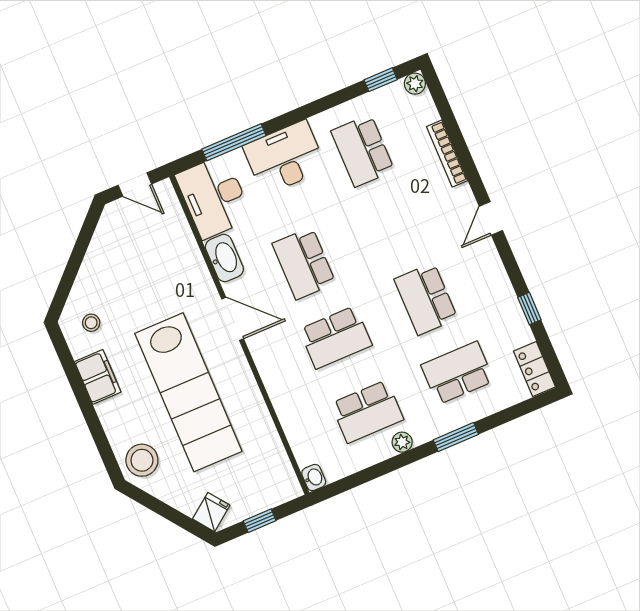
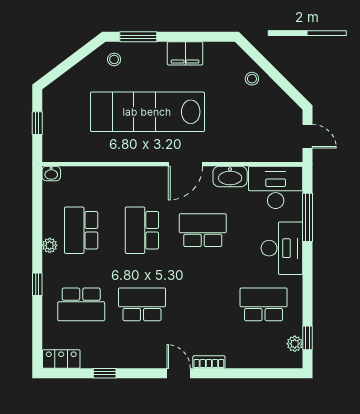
plant: (415, 84) -> (295, 344), moved
bookcase: (447, 154) -> (209, 362), moved, width x0.64
door: (135, 185) -> (308, 136), swing flipped
stool: (91, 323) -> (252, 79), moved
school desk: (458, 373) -> (81, 304), turned 90
window: (456, 437) -> (37, 284), width x0.67
window: (102, 443) -> (138, 37), added
stool: (142, 460) -> (114, 59), width x0.53, depth x0.53
fridge: (211, 512) -> (58, 92), removed

